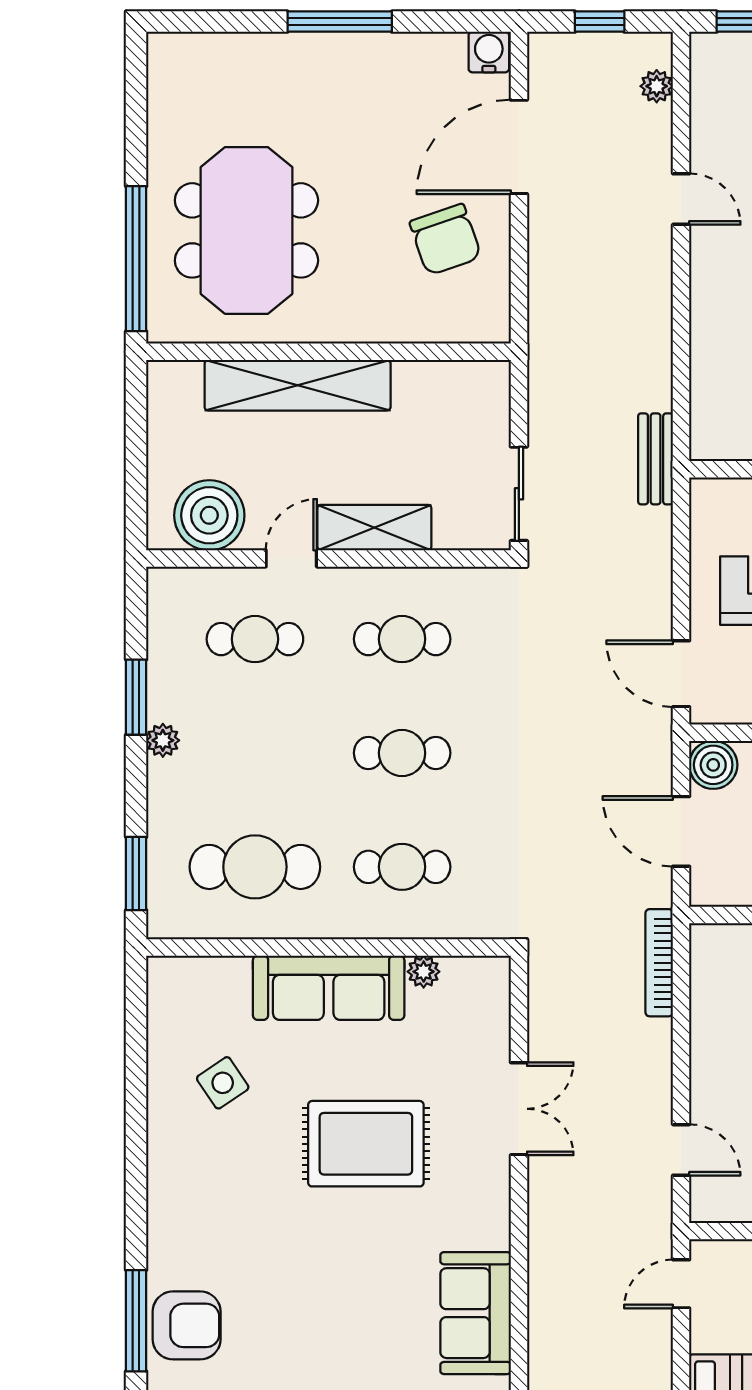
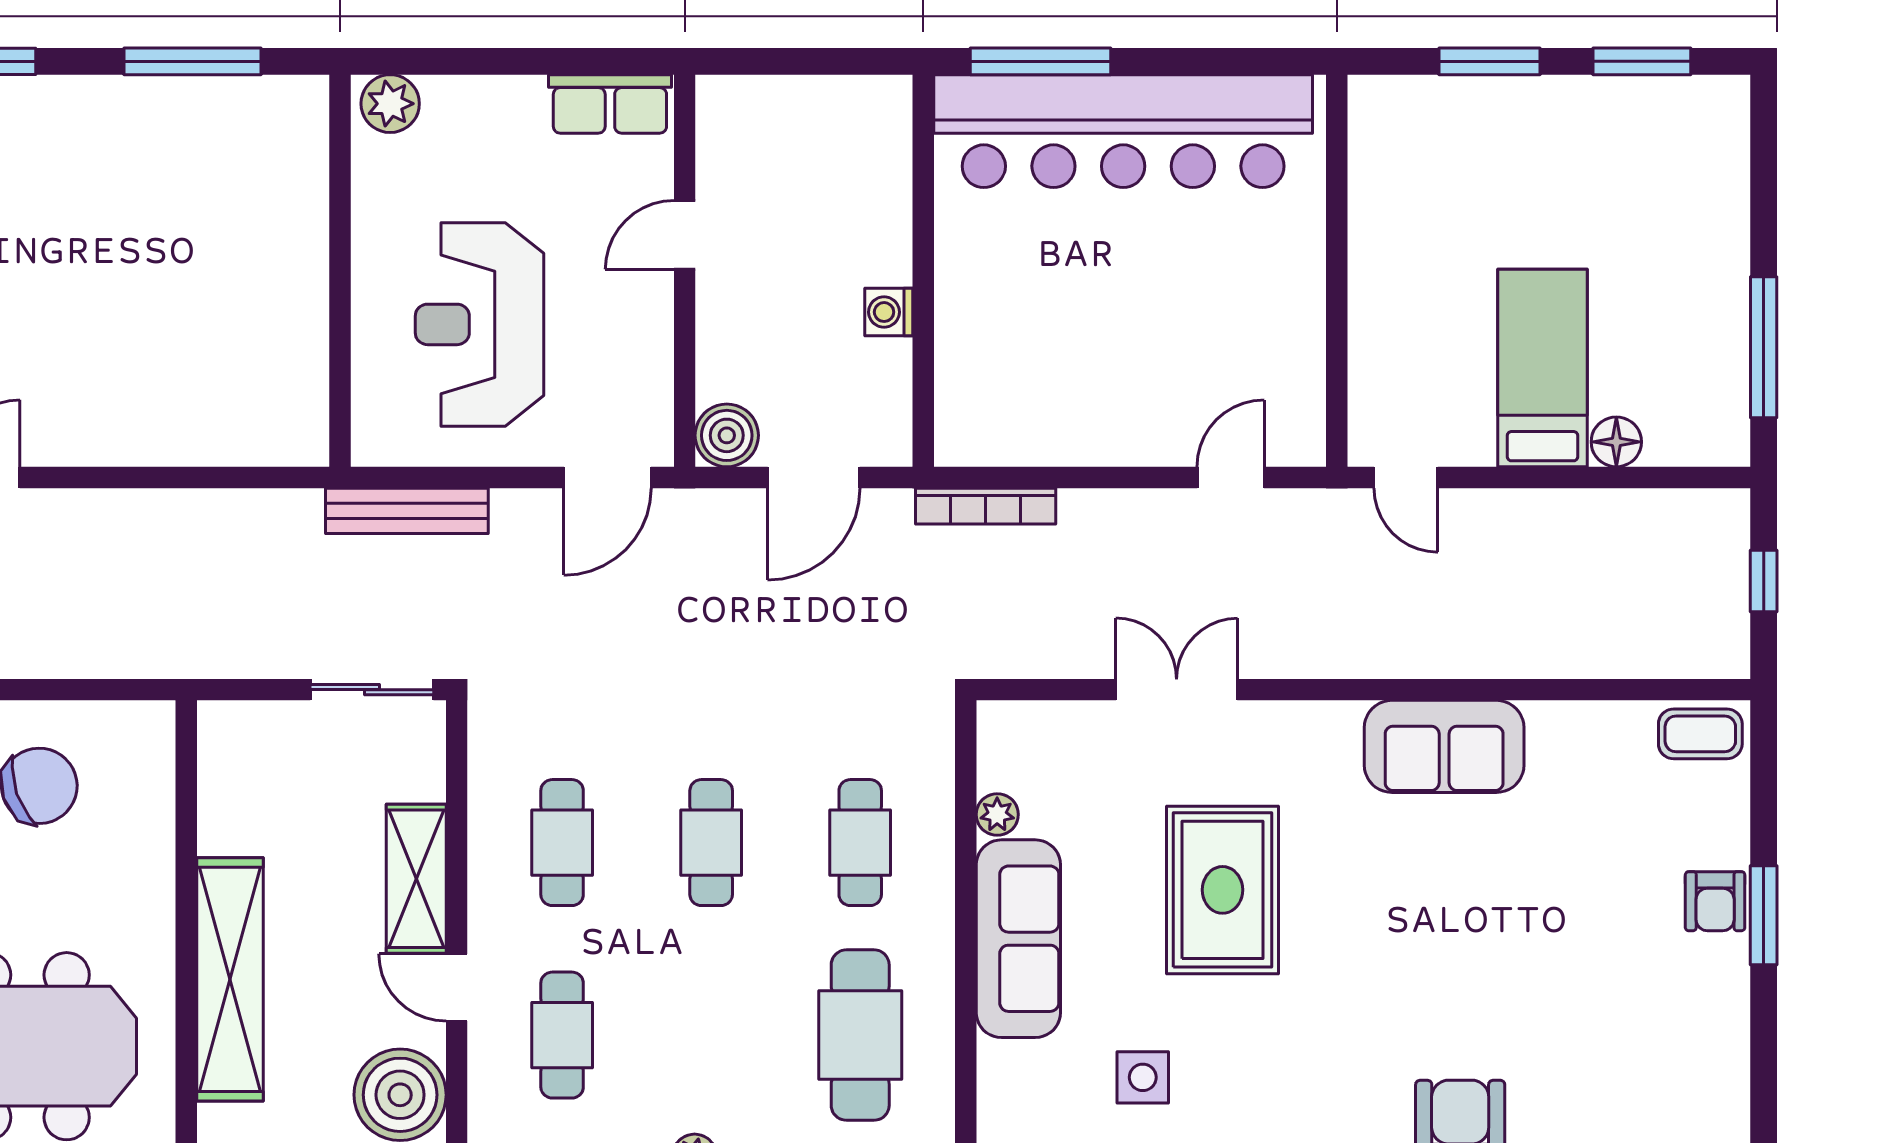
bench: (656, 459) -> (407, 511), moved, width x1.36
side table: (223, 1083) -> (1143, 1077), turned 34

